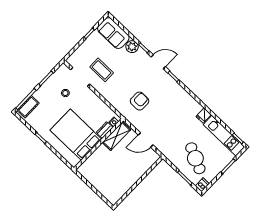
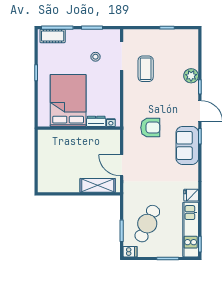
sofa: (113, 33) -> (187, 145), moved
shelving: (116, 136) -> (98, 185), moved

